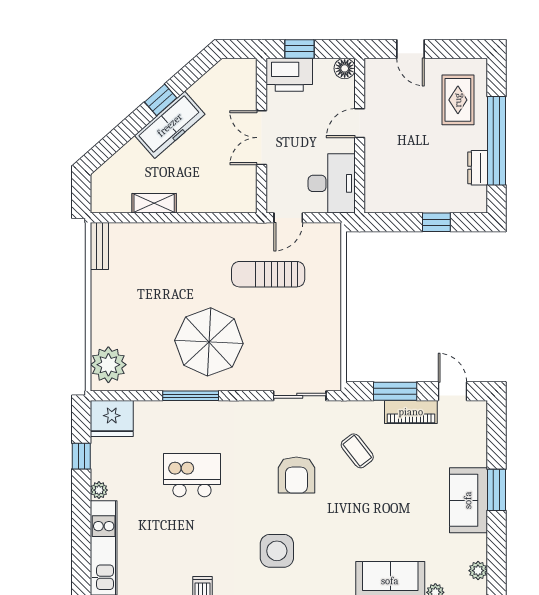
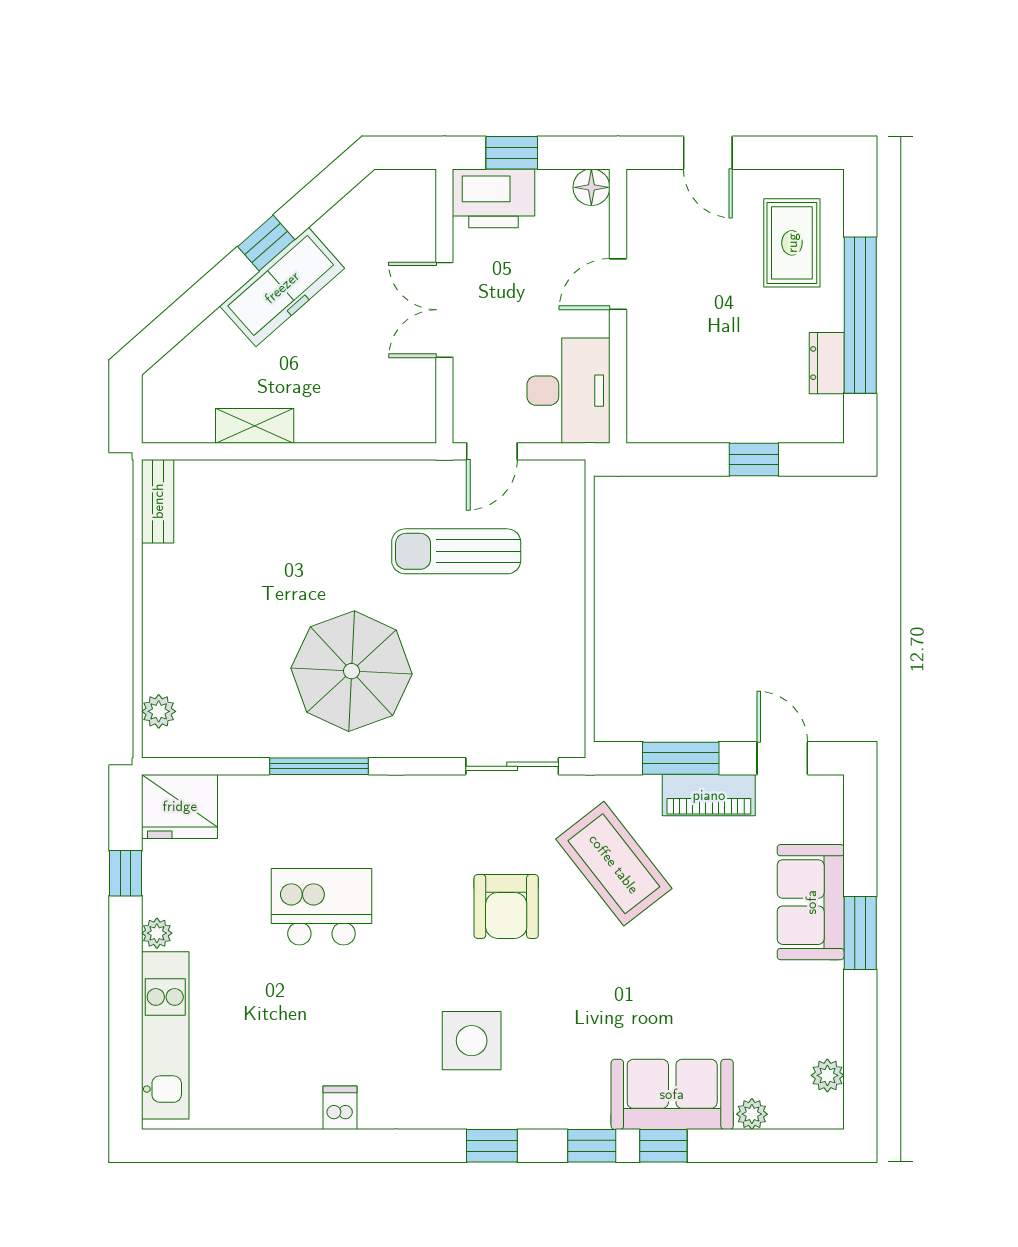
plant: (108, 365) -> (159, 711), width x0.53, depth x0.53
coffee table: (357, 451) -> (614, 864), width x1.86, depth x1.72
sofa: (468, 500) -> (811, 902), moved

